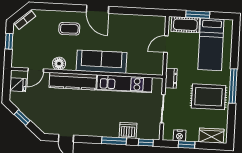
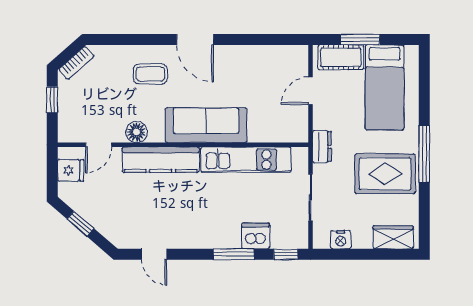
window: (187, 145) -> (353, 254), removed

